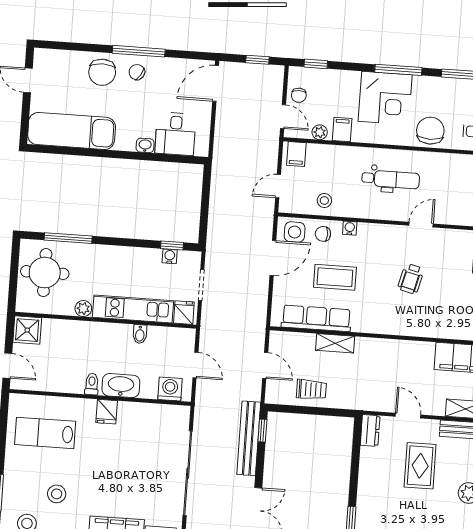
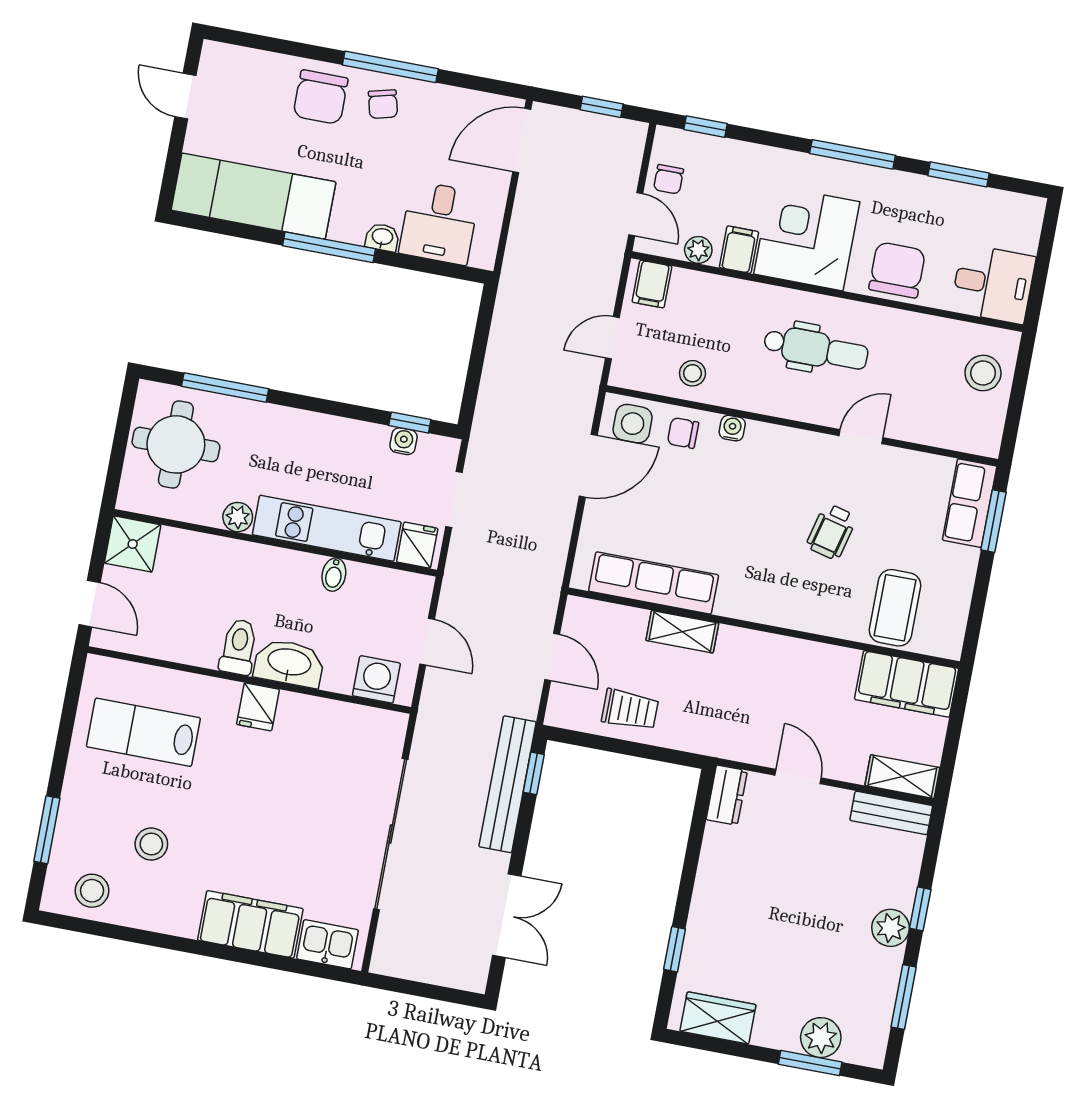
chair: (137, 72) -> (383, 104), turned -136
corner desk: (385, 98) -> (807, 238), moved, turned 180
window: (116, 154) -> (329, 247), added
coffee table: (335, 277) -> (895, 608), moved, turned 90
toilet: (92, 384) -> (239, 647), width x1.37, depth x1.39
rug: (420, 466) -> (809, 869), removed

